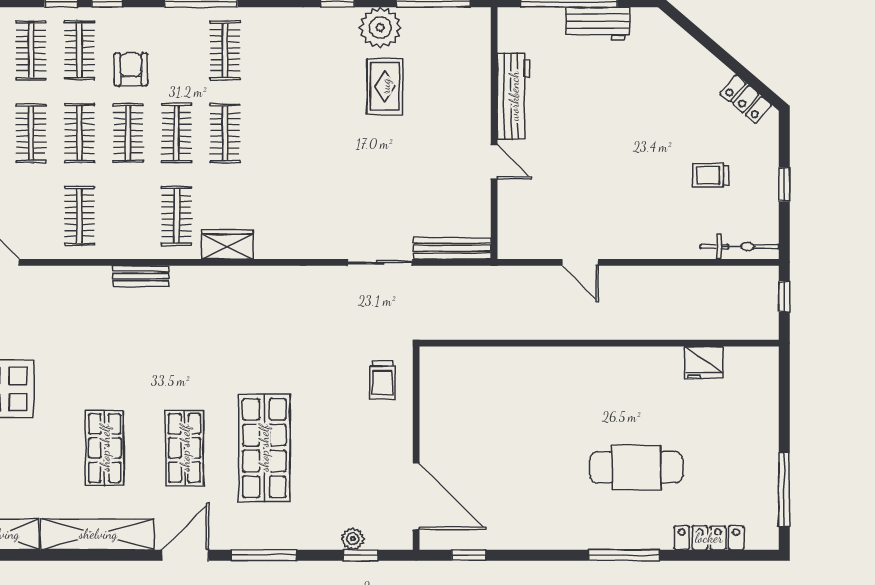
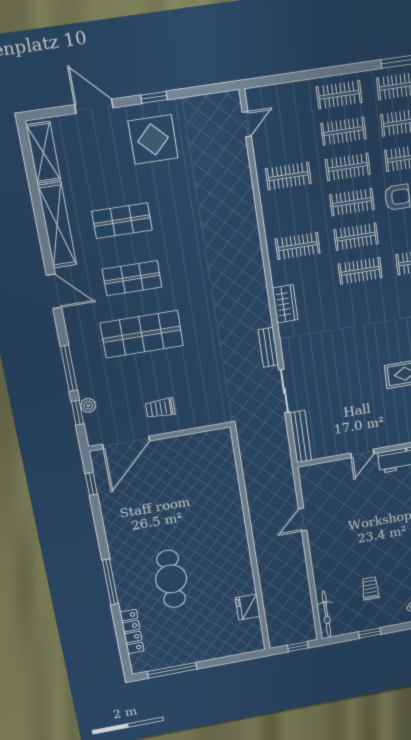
wardrobe: (227, 244) -> (285, 304), moved
bench: (141, 276) -> (268, 347), moved
trolley: (382, 380) -> (160, 408), moved
window: (264, 555) -> (69, 368), moved

